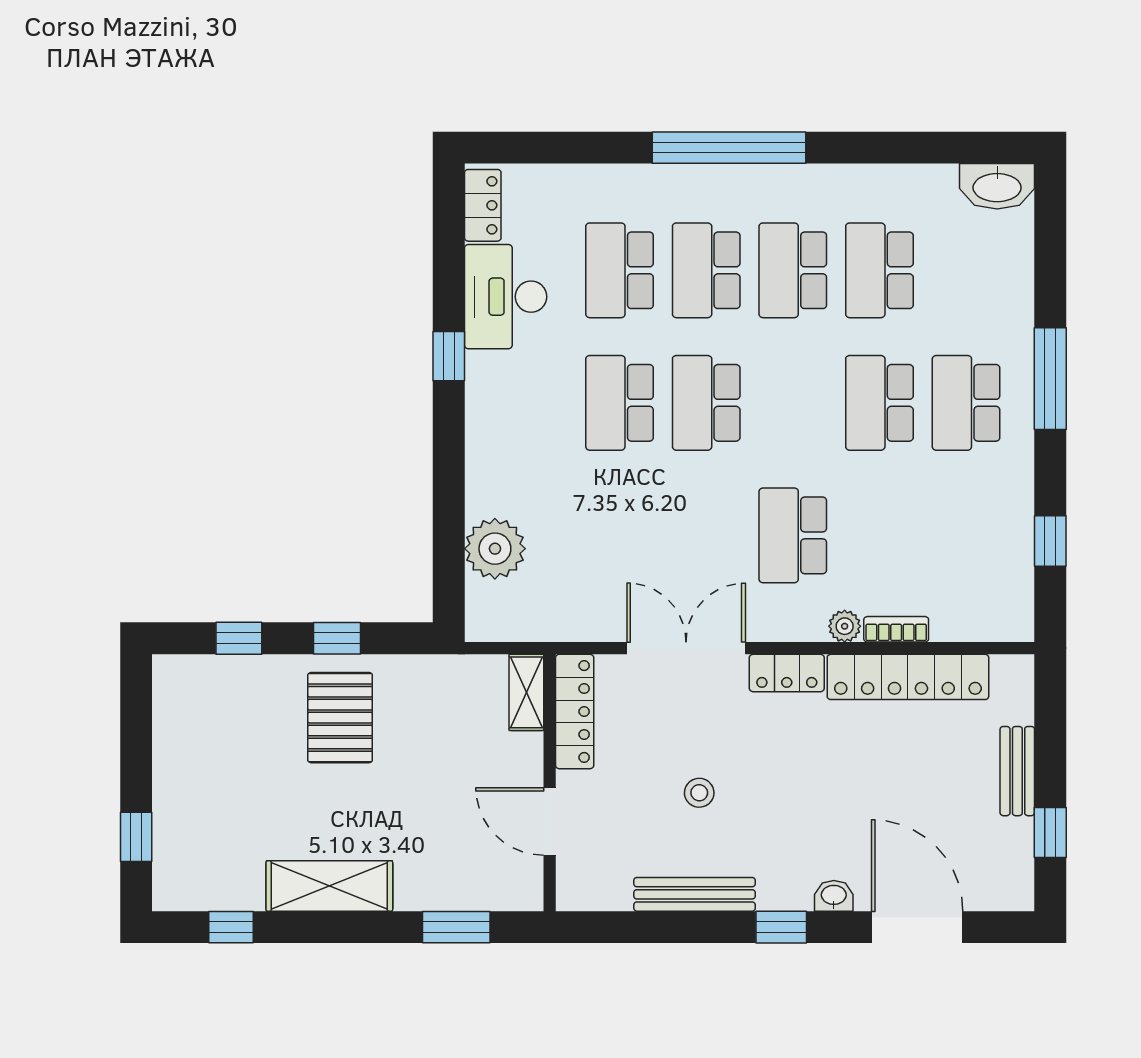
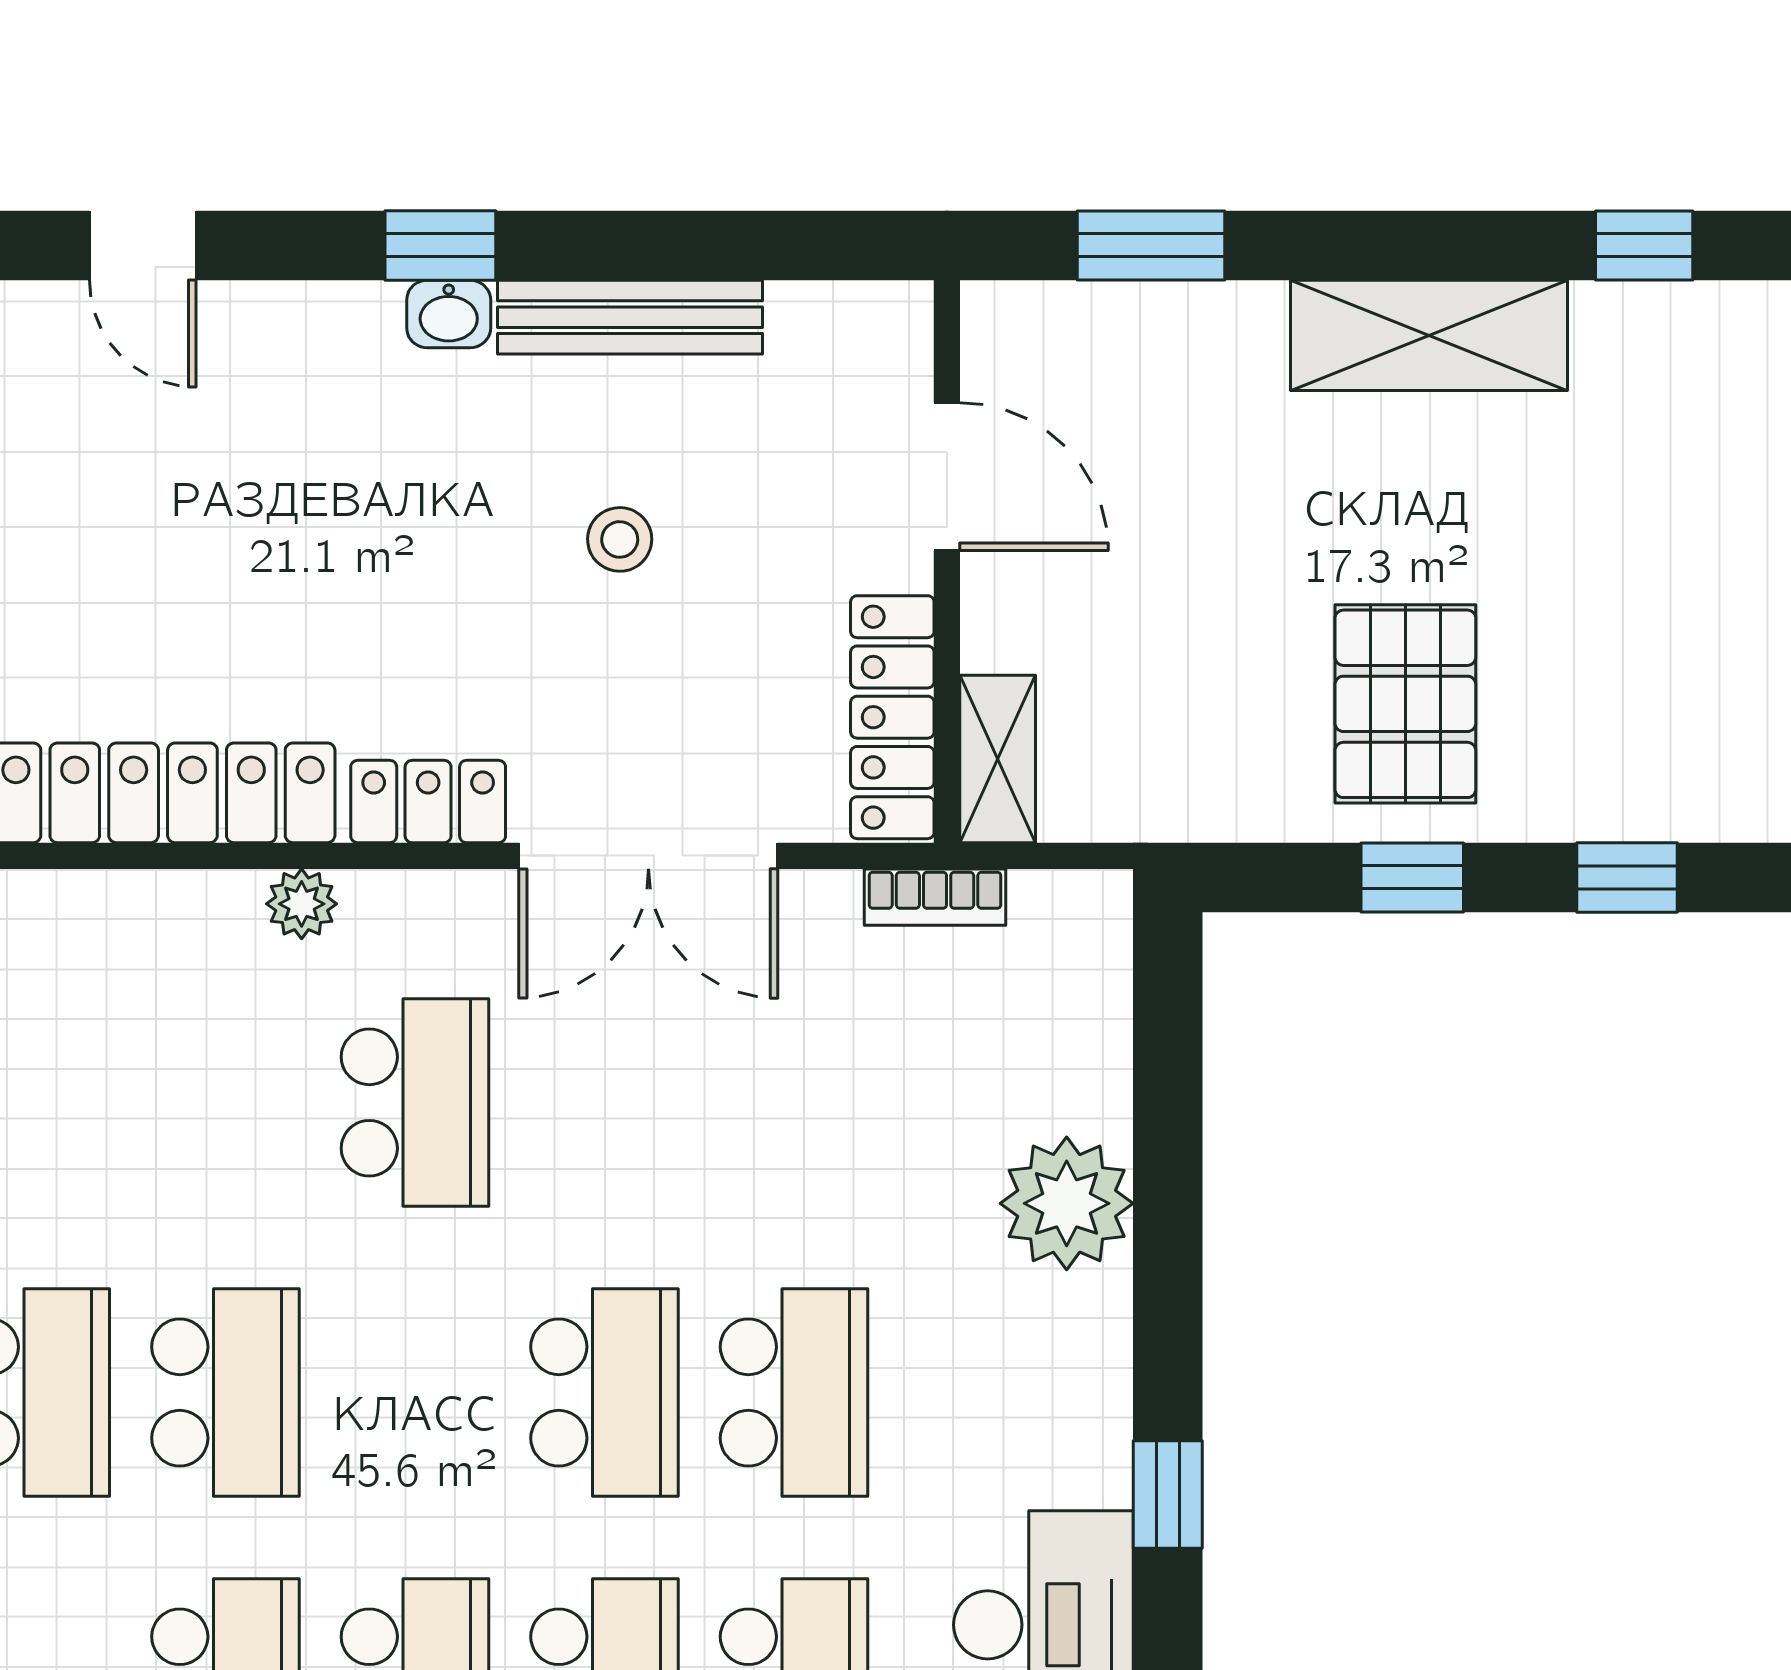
plant: (495, 549) -> (1067, 1203), moved
bookcase: (896, 629) -> (935, 897), moved
washbasin: (834, 896) -> (449, 314), moved
door: (917, 927) -> (143, 245), width x0.53

